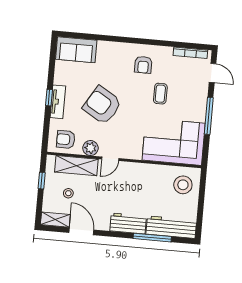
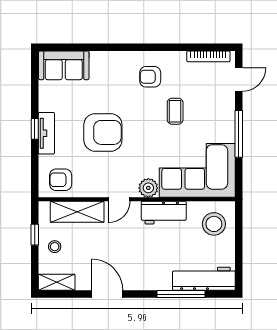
armchair: (143, 65) -> (150, 77), turned 90
door: (213, 73) -> (239, 79), hinge flipped
armchair: (102, 105) -> (103, 132), turned 149
plant: (90, 148) -> (148, 188), moved
stool: (68, 193) -> (55, 247), moved
workbench: (128, 223) -> (164, 213), moved, turned 180
door: (81, 231) -> (107, 294), moved

